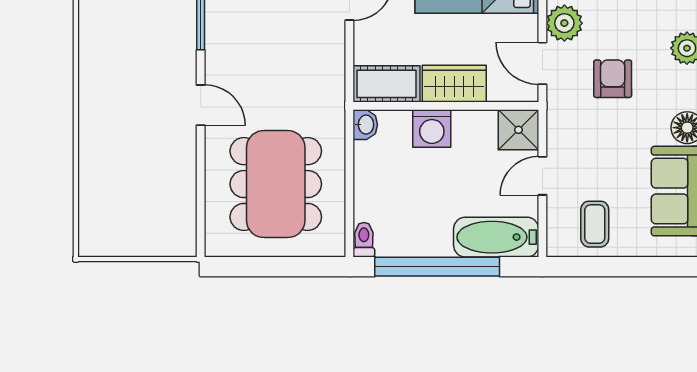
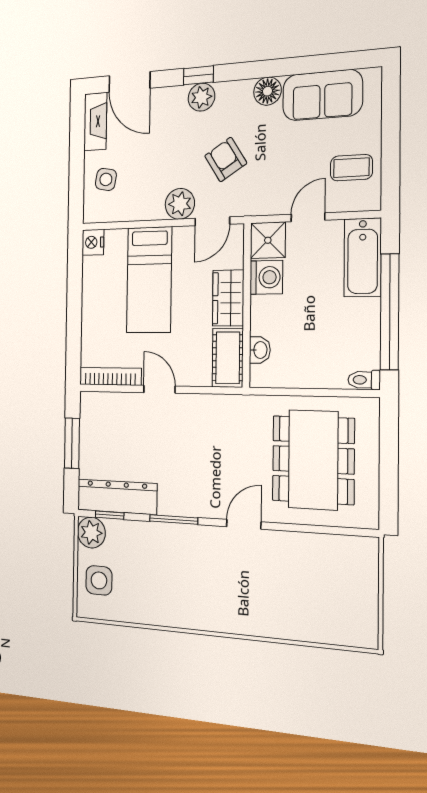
armchair: (613, 79) -> (226, 159), turned 58
washbasin: (365, 125) -> (260, 350), moved, turned 90
washing machine: (432, 128) -> (266, 277), moved
door: (542, 176) -> (308, 217), swing flipped
dining table: (276, 184) -> (313, 460), turned 90

